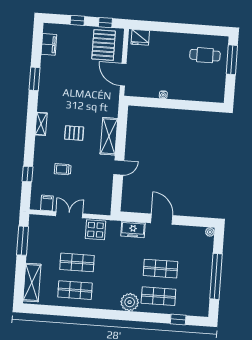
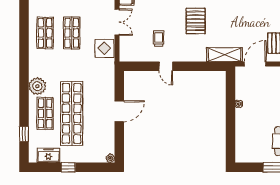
pallet: (74, 133) -> (196, 21), width x1.50, depth x1.42
shelving: (109, 136) -> (224, 55), moved
trolley: (63, 169) -> (159, 38), moved
freezer: (133, 229) -> (48, 155), moved, turned 90
shop shelf: (160, 269) -> (72, 113), width x2.00, depth x1.36
window: (216, 276) -> (68, 167), width x0.32

